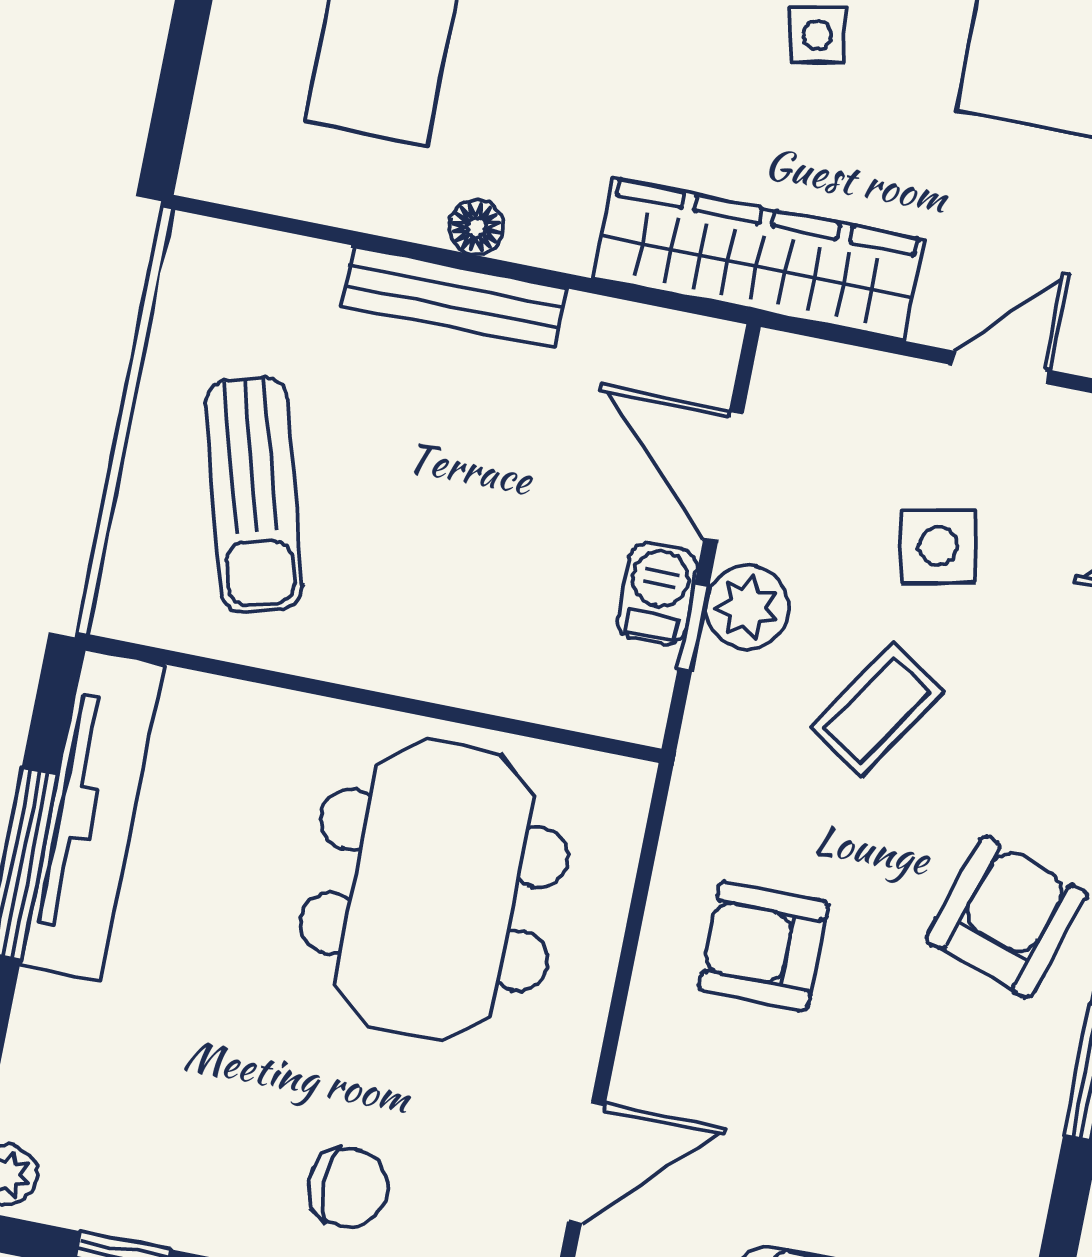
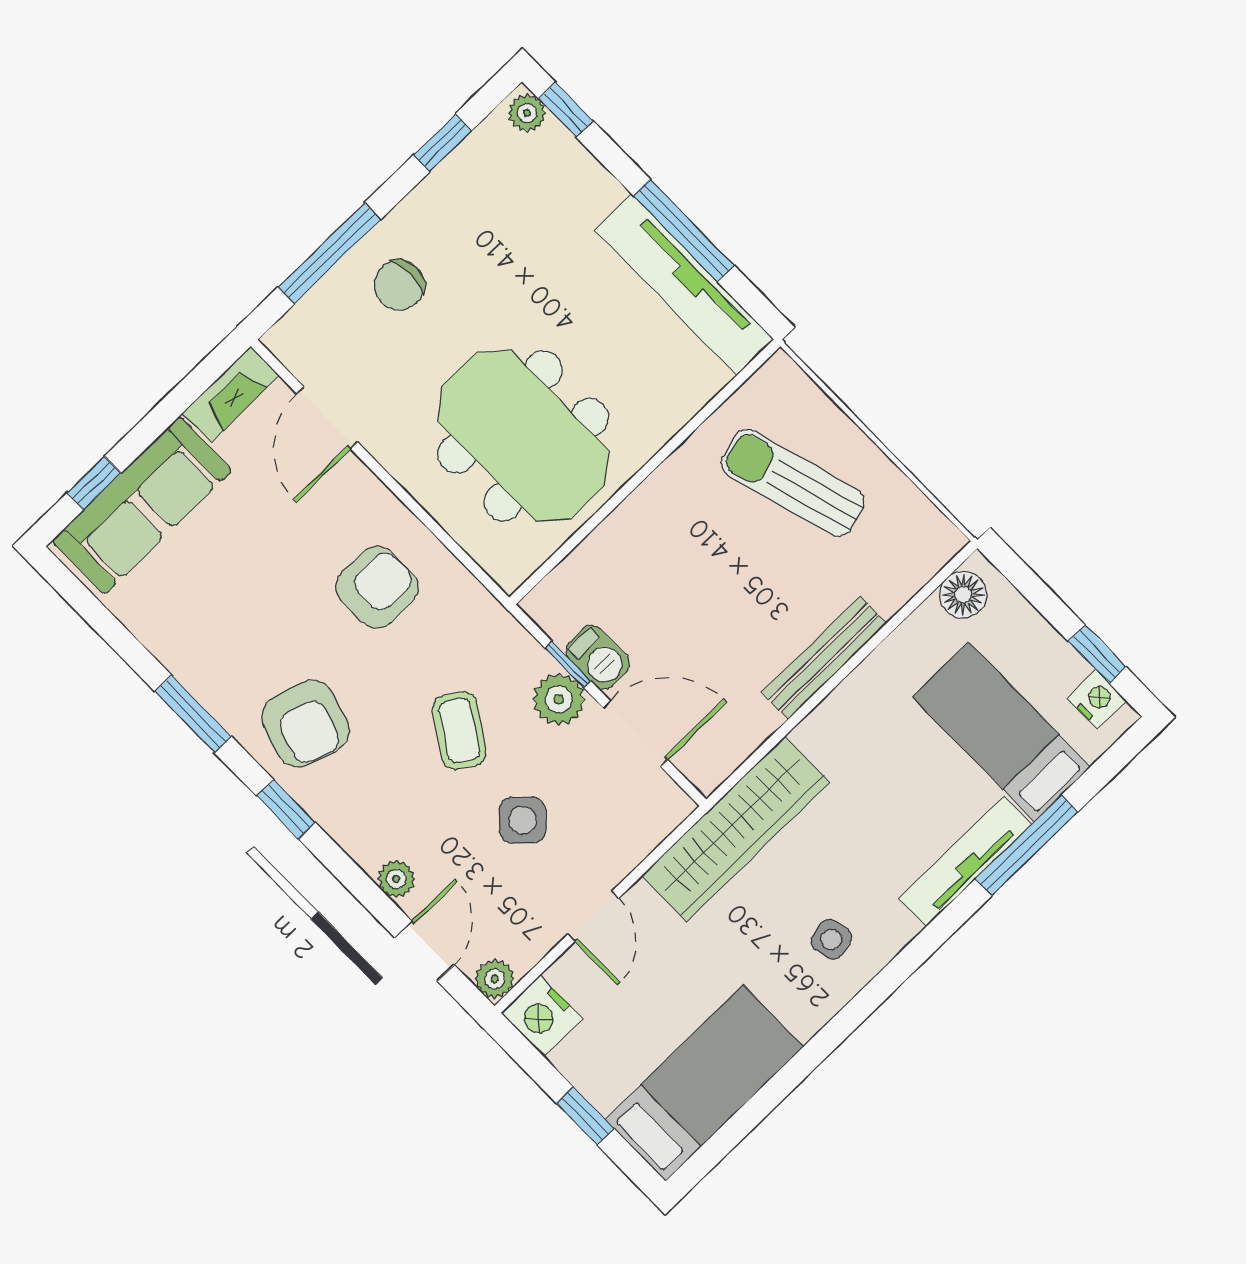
floor lamp: (476, 227) -> (963, 595), moved, width x1.37, depth x1.37
side table: (938, 546) -> (523, 820), turned -34

